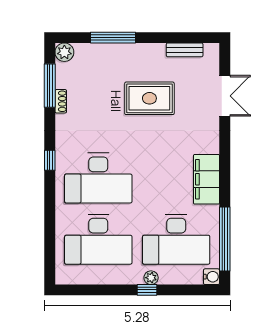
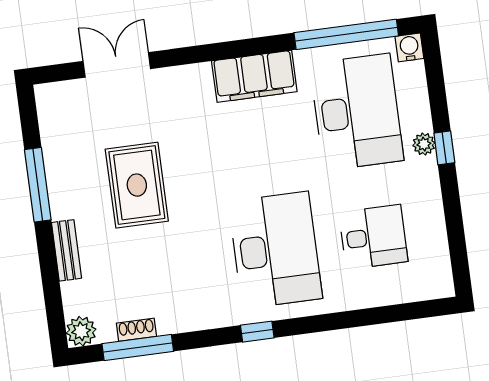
window: (113, 38) -> (38, 185), moved
bench: (185, 50) -> (67, 250), moved
shoe rack: (61, 101) -> (136, 330), moved
desk: (98, 239) -> (373, 237), width x0.53, depth x0.77

